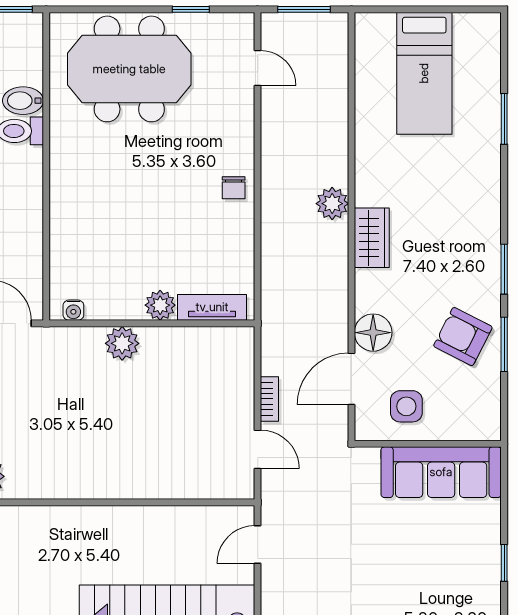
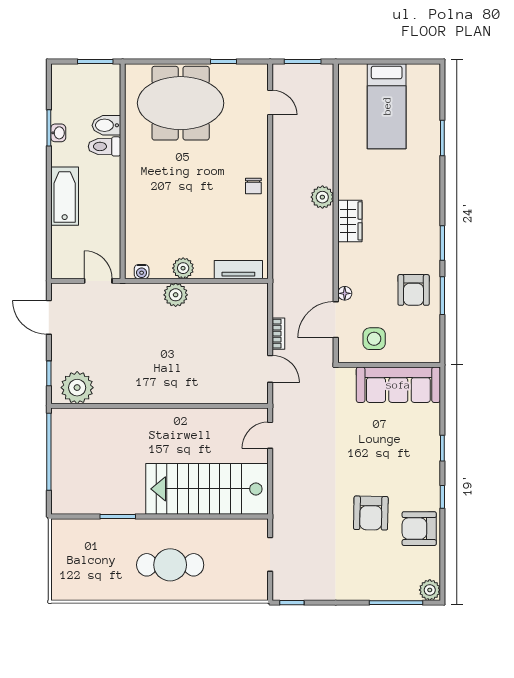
plant: (160, 305) -> (183, 268), moved
floor lamp: (373, 333) -> (345, 293), width x0.53, depth x0.53
armchair: (463, 337) -> (414, 290), turned -117

